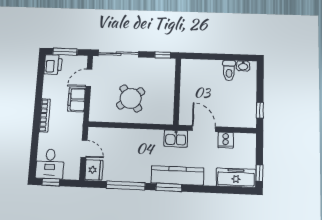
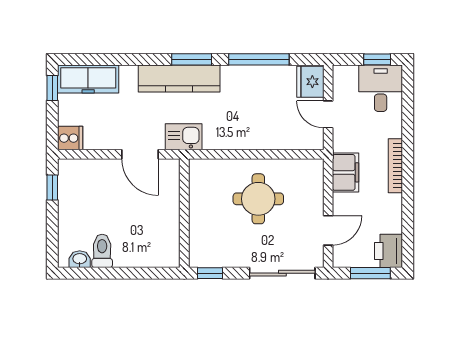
round table: (131, 98) -> (258, 199), turned 37
filing cabinet: (77, 100) -> (346, 172), moved
cooker: (226, 140) -> (70, 138), moved, turned 90

